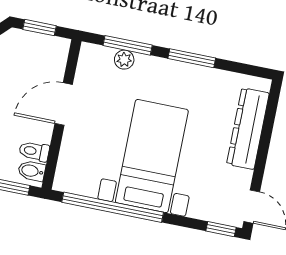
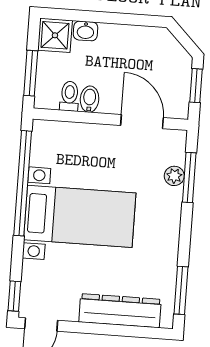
window: (192, 58) -> (181, 290), moved
door: (64, 104) -> (142, 122), moved
bidet: (32, 171) -> (90, 99), moved

